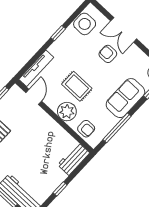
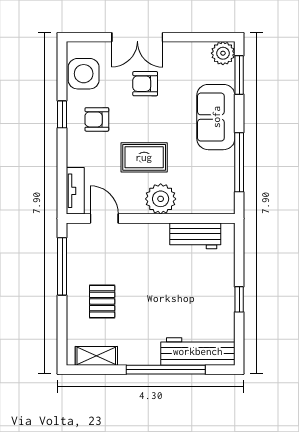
tv unit: (36, 68) -> (75, 191), width x0.71
armchair: (86, 129) -> (97, 119), moved, turned 180
workbench: (74, 159) -> (195, 236), moved, turned -90

